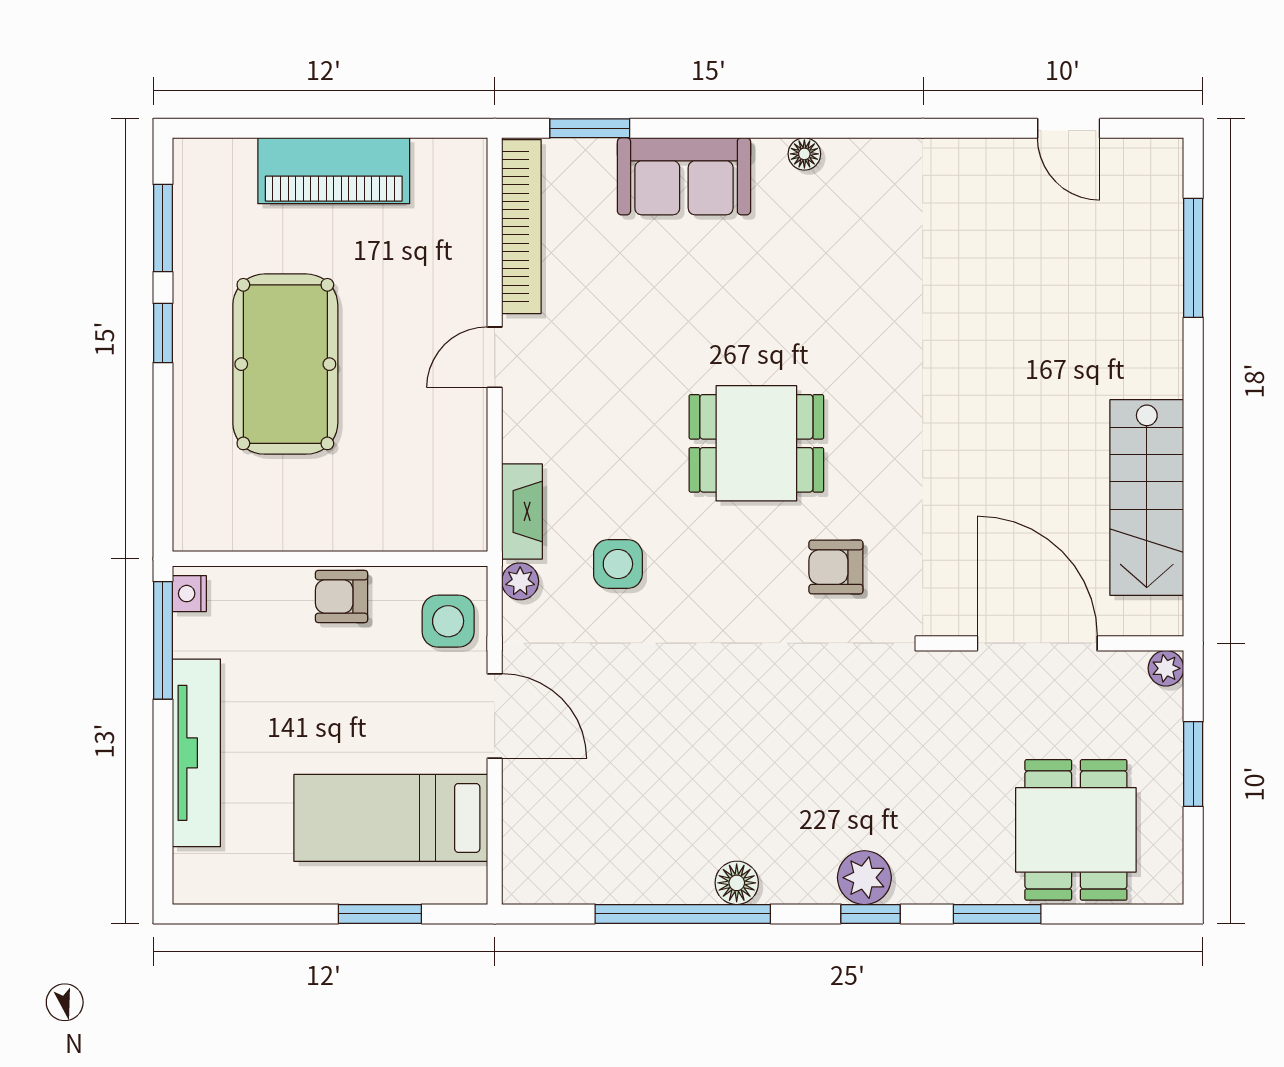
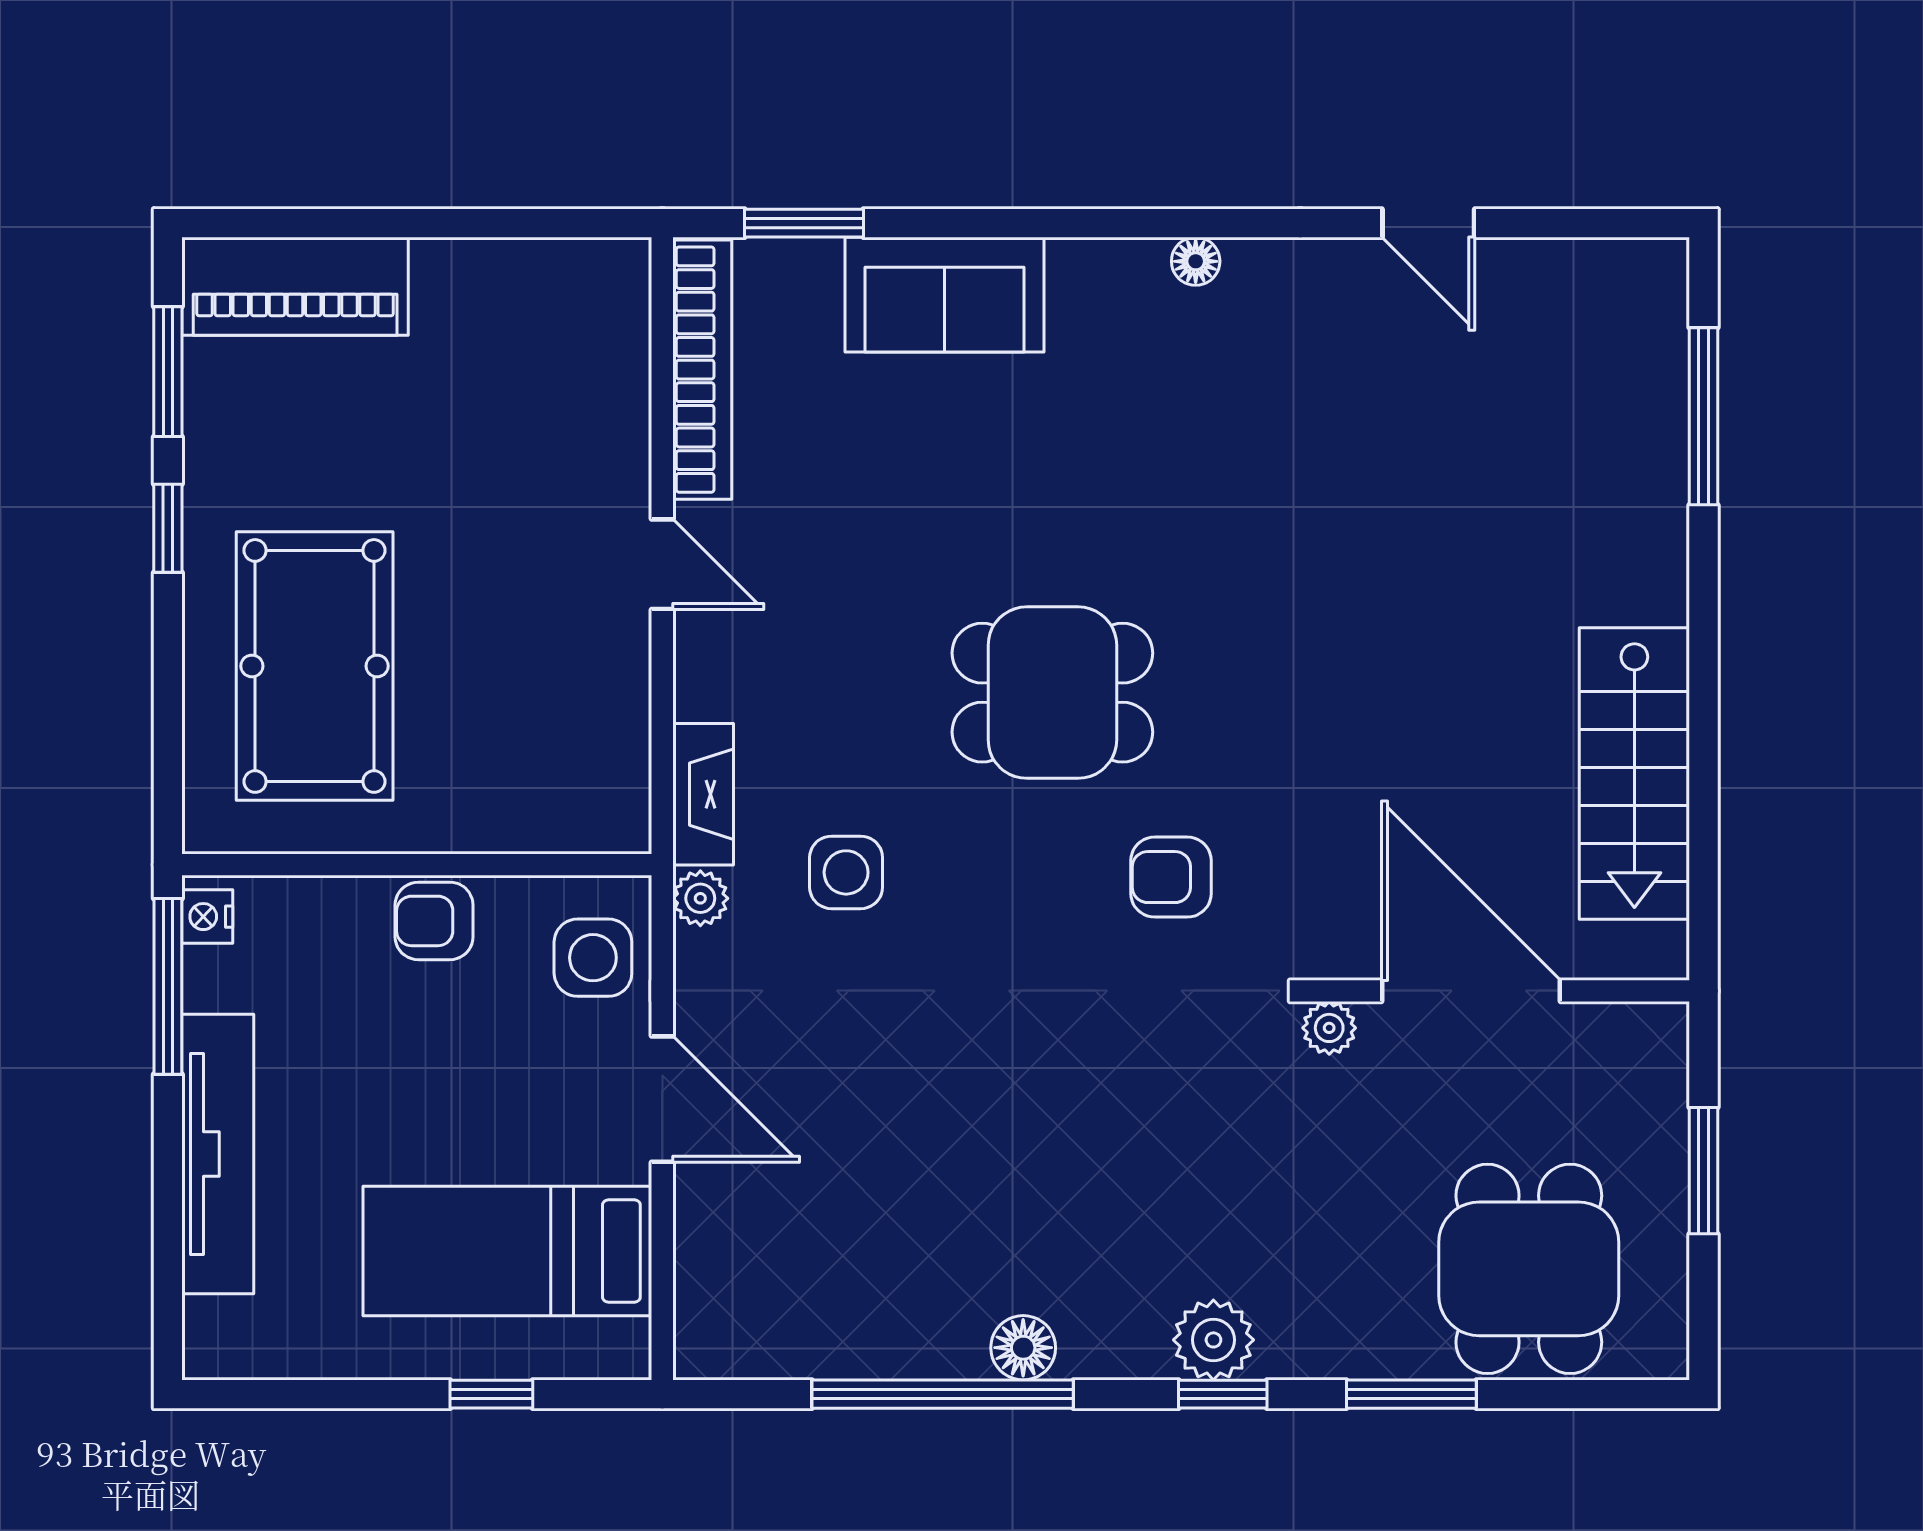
door: (1069, 128) -> (1428, 223), moved
floor lamp: (804, 154) -> (1196, 261), moved
piano: (334, 171) -> (295, 286), moved
door: (495, 357) -> (662, 564), swing flipped
pool table: (285, 364) -> (315, 666), moved
plant: (1166, 668) -> (1329, 1028), moved
window: (380, 914) -> (491, 1394), width x0.67

